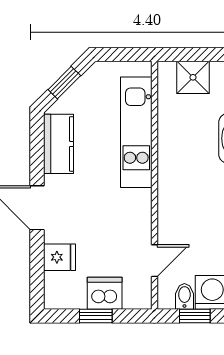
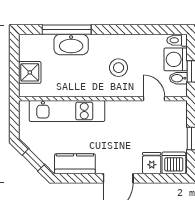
stool: (200, 208) -> (119, 68), added
dishwasher: (105, 293) -> (174, 163), moved, turned 90

